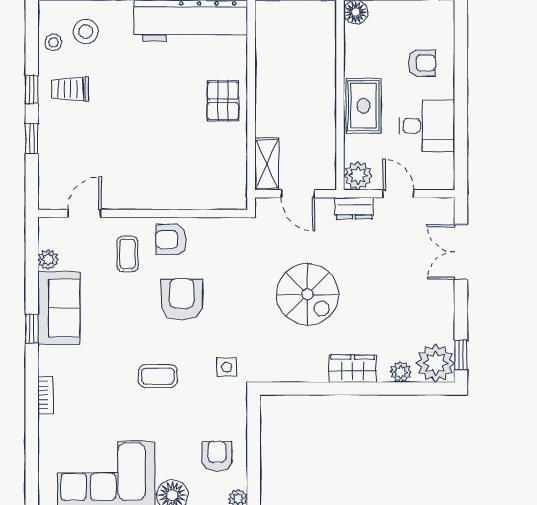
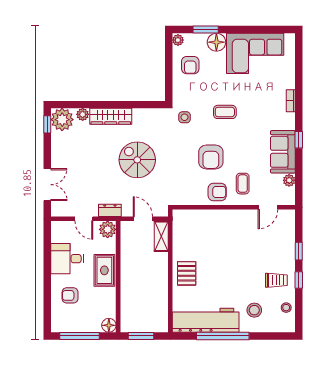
stool: (86, 32) -> (254, 310), moved
wardrobe: (353, 369) -> (111, 116), width x1.50

